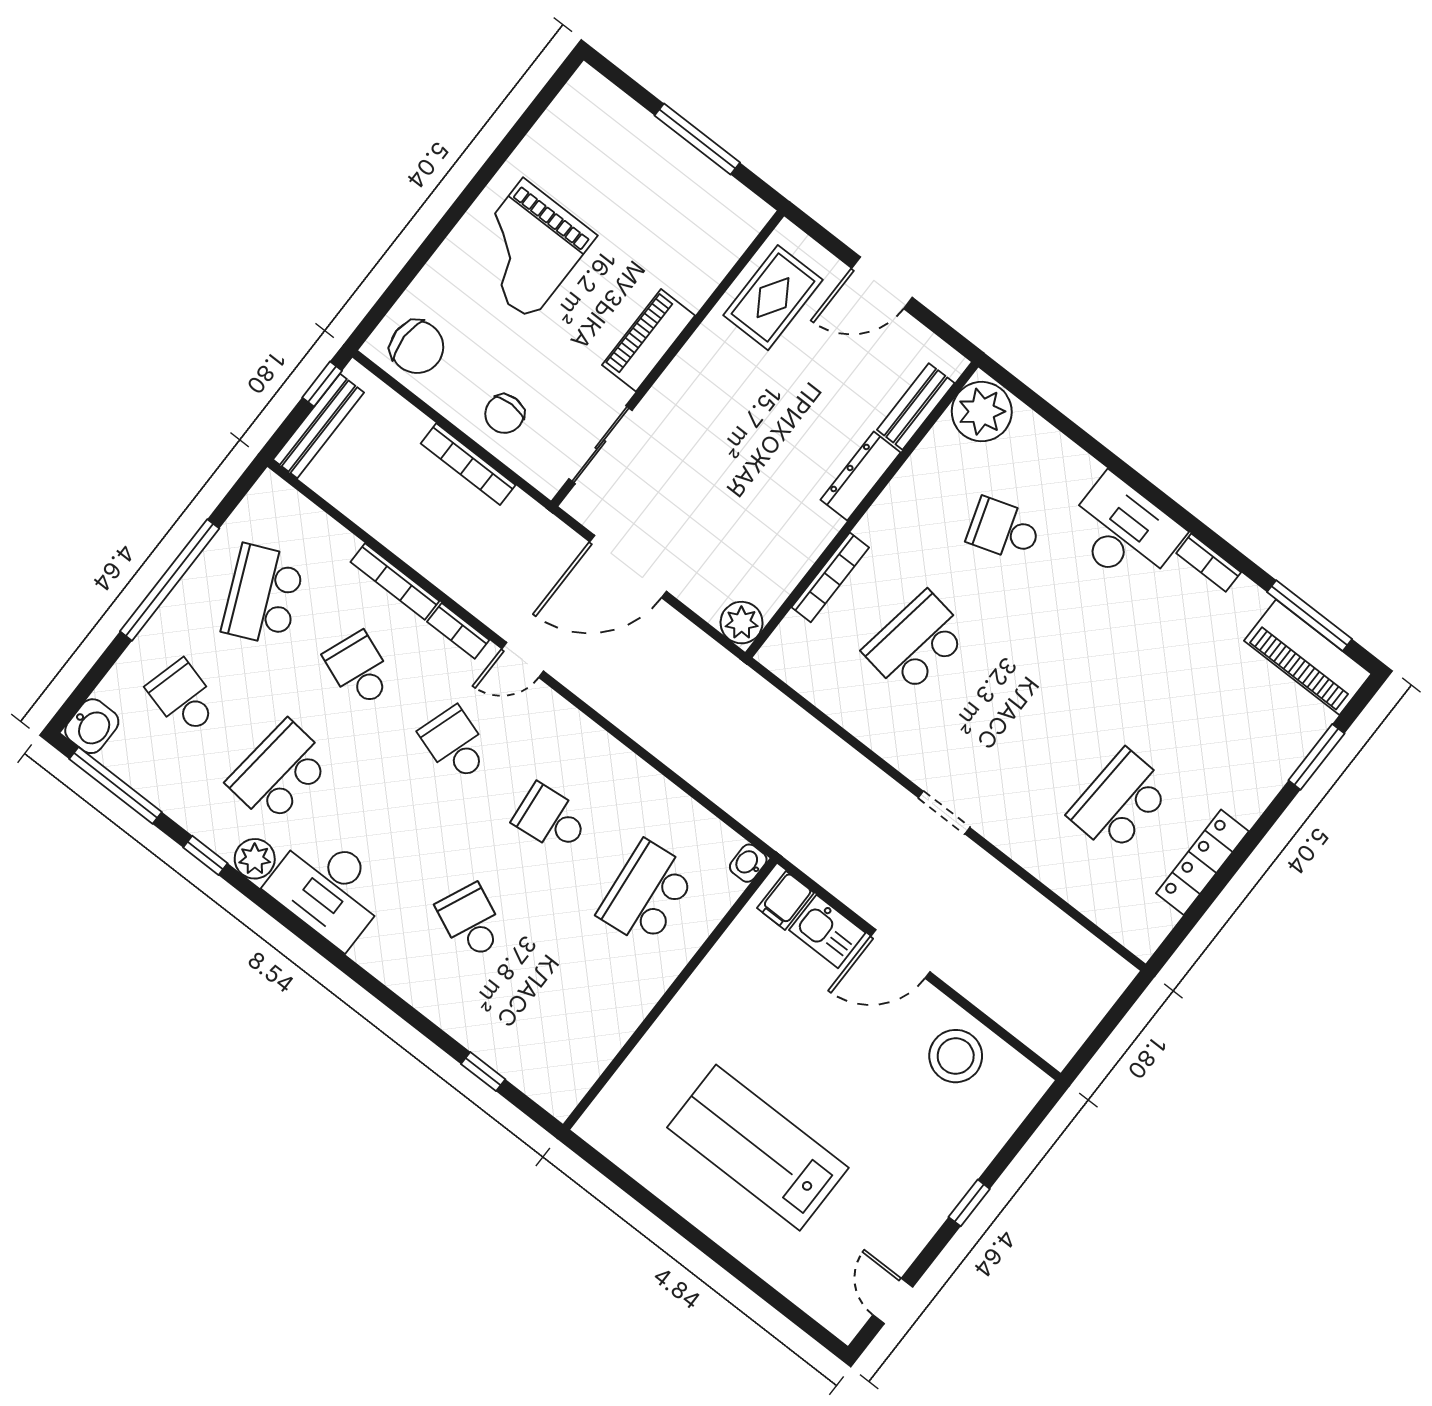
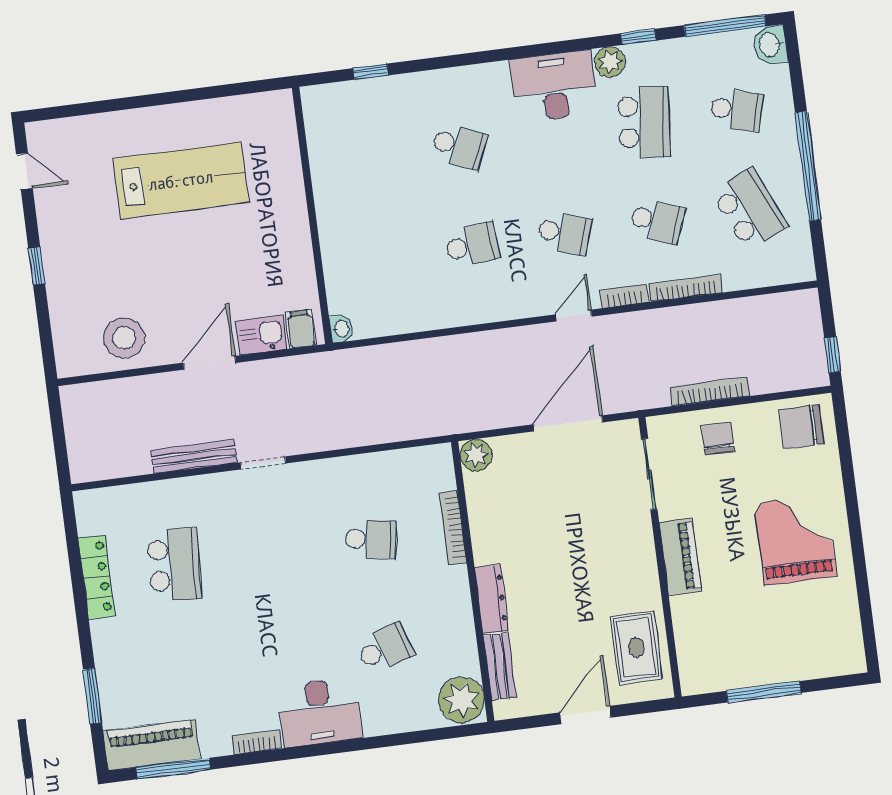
bench: (319, 426) -> (194, 456), moved, turned 90
school desk: (916, 643) -> (371, 539), width x0.54
school desk: (647, 893) -> (379, 257), removed

